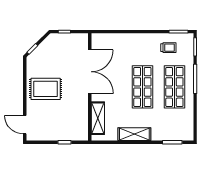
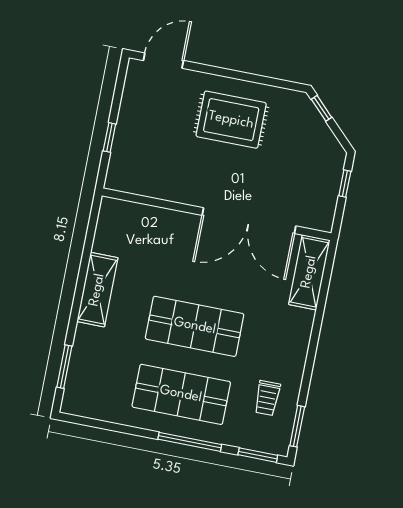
rug: (46, 89) -> (231, 120), turned 90
shelving: (98, 118) -> (309, 272), moved, turned 90

